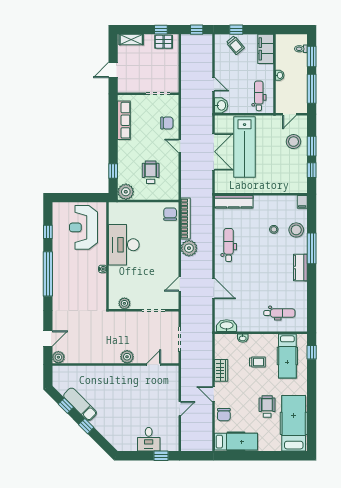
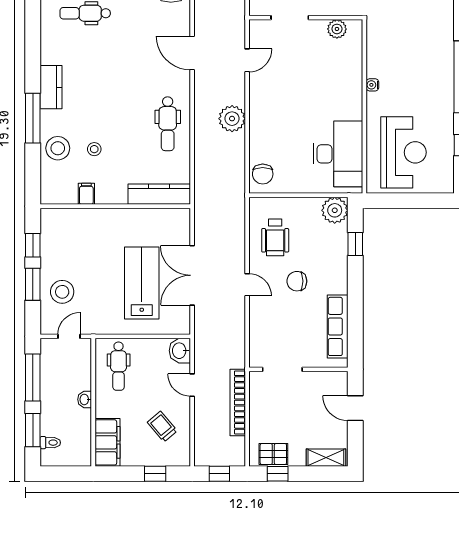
trolley: (235, 45) -> (162, 427), moved
door: (113, 70) -> (355, 408), swing flipped
chair: (167, 123) -> (297, 281), moved
lab bench: (245, 147) -> (142, 283), width x0.73
wheelchair: (151, 172) -> (275, 237), moved
filing cabinet: (302, 202) -> (86, 194), moved
bookcase: (185, 219) -> (238, 402), moved
desk: (124, 245) -> (338, 154), moved

